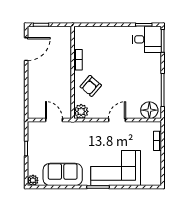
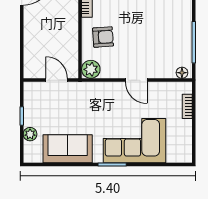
armchair: (91, 86) -> (103, 37), turned -135
floor lamp: (149, 110) -> (182, 73), width x0.53, depth x0.53
door: (117, 120) -> (136, 80), swing flipped
plant: (33, 180) -> (30, 134), moved

